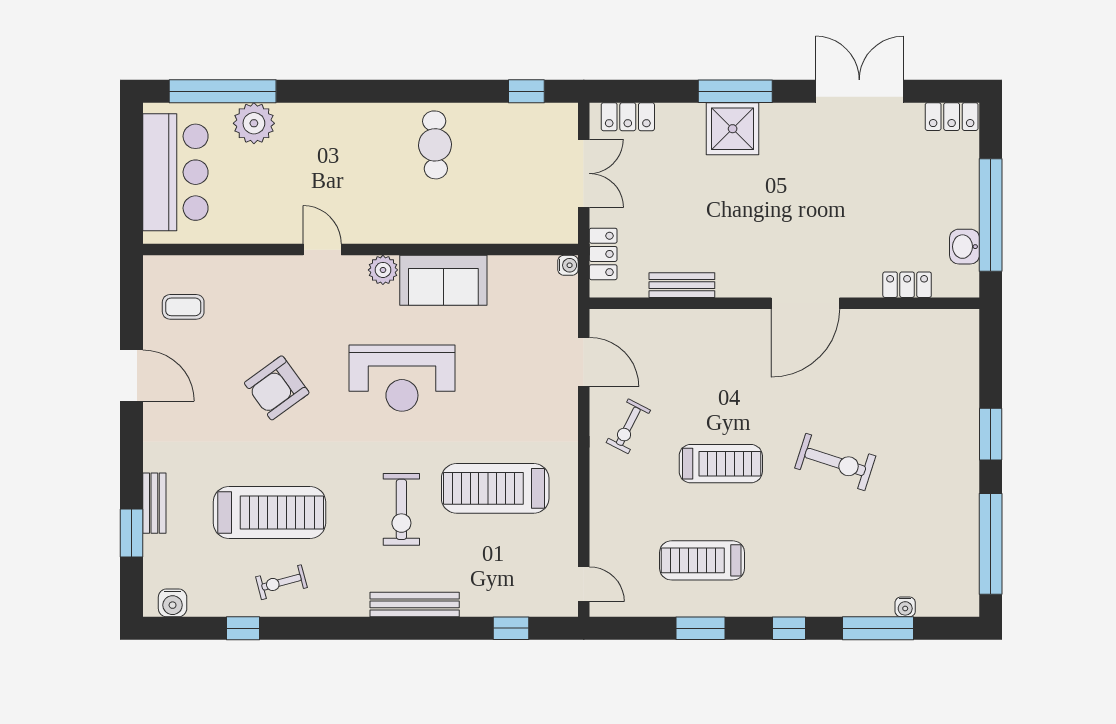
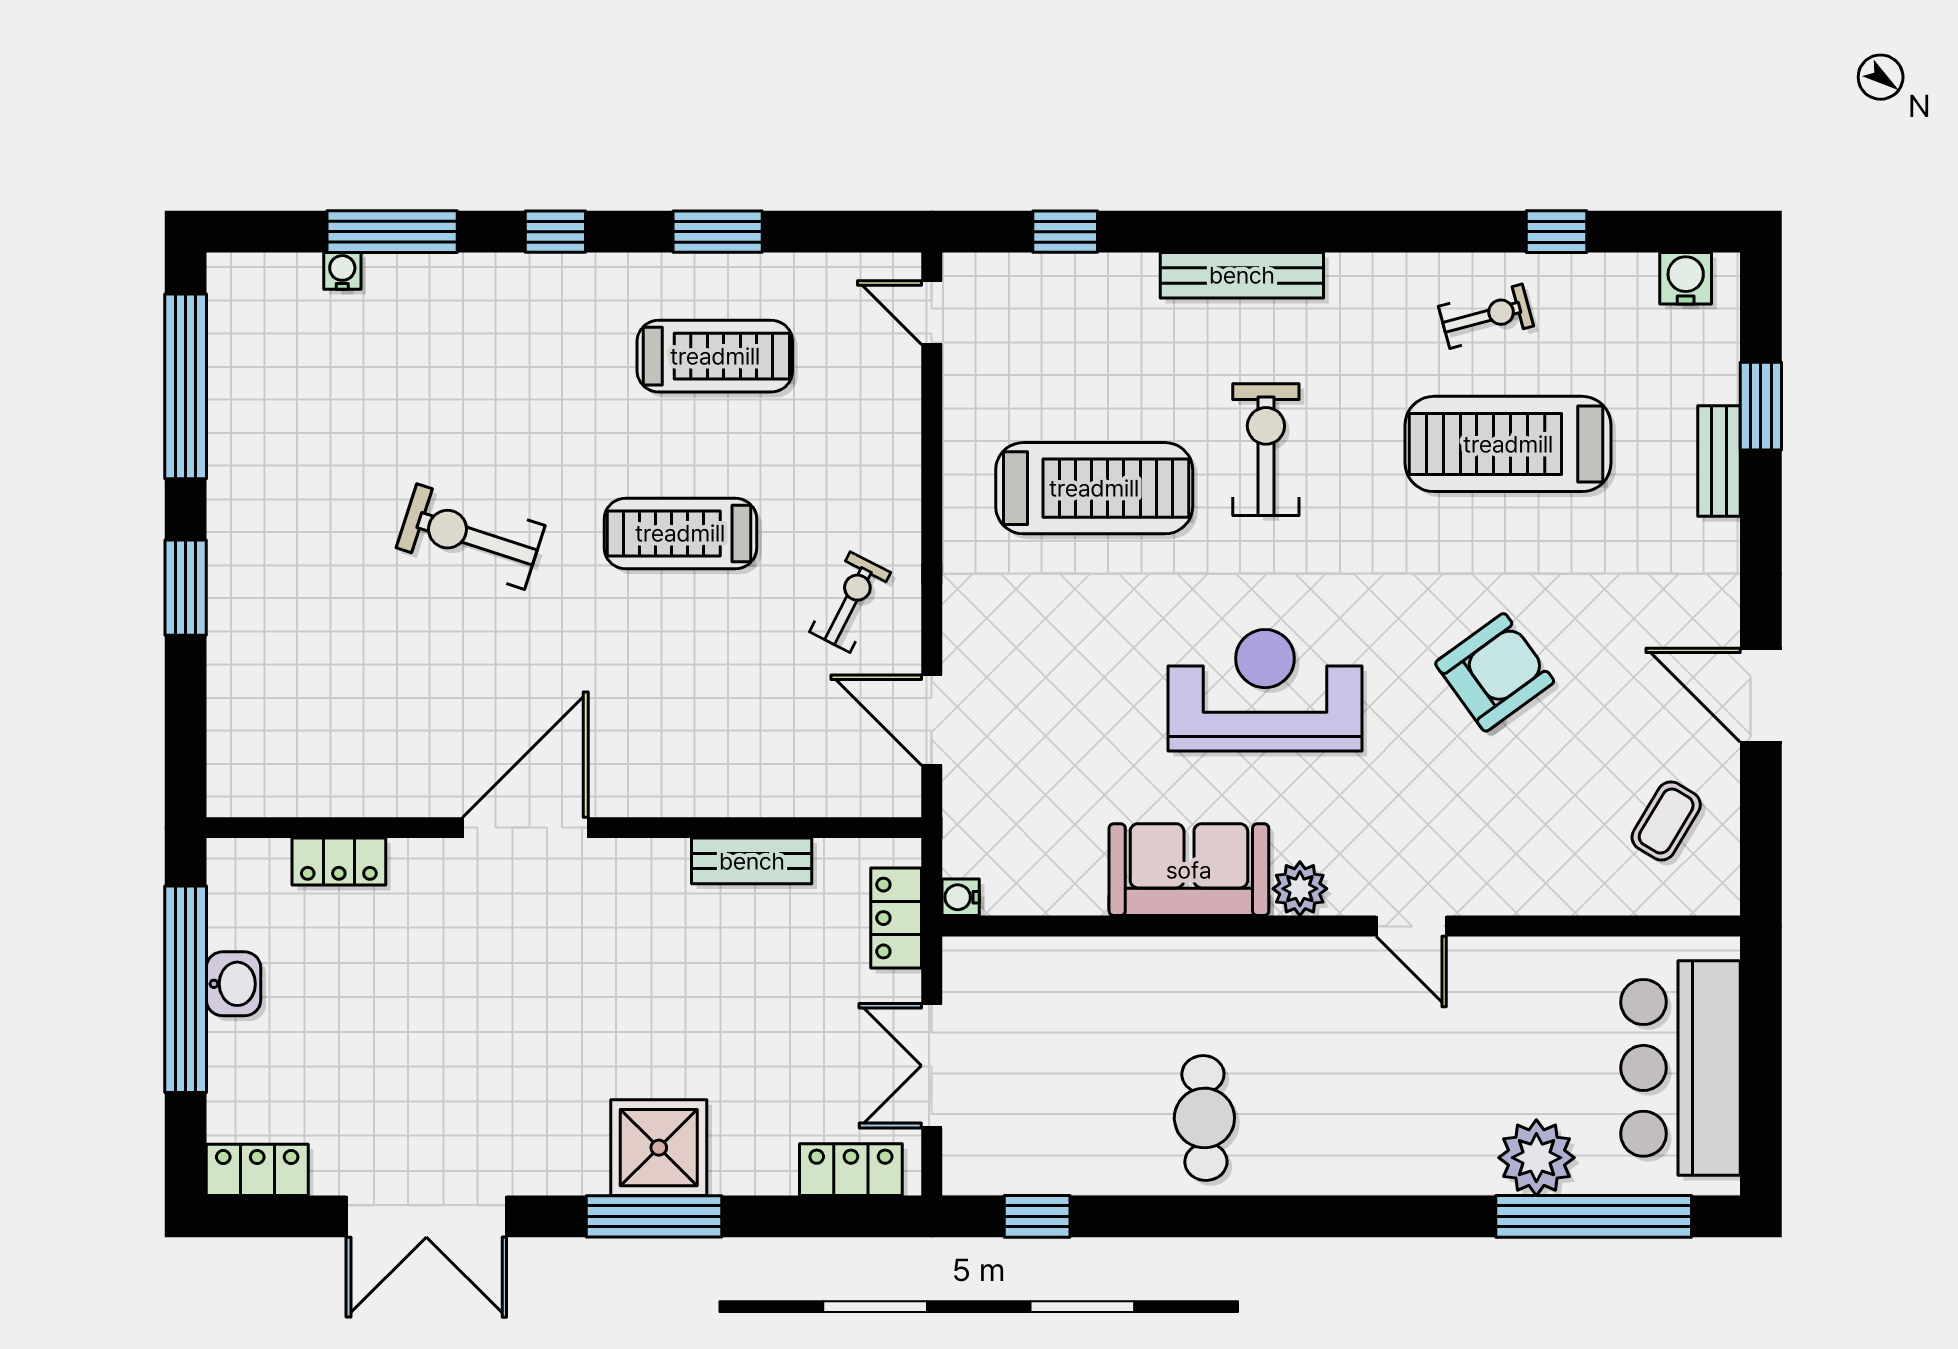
washbasin: (965, 247) -> (233, 984), moved
coffee table: (183, 307) -> (1666, 821), turned -59

